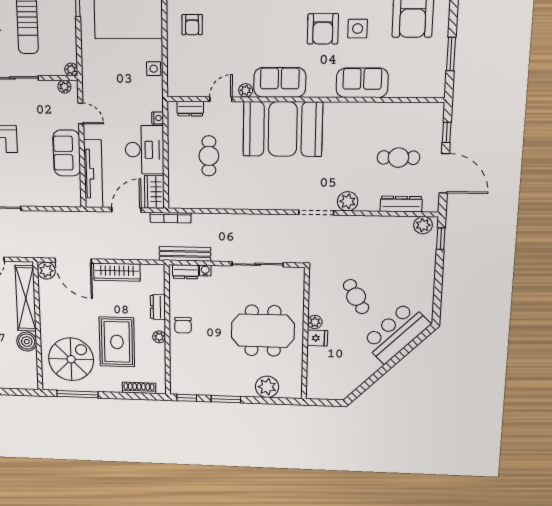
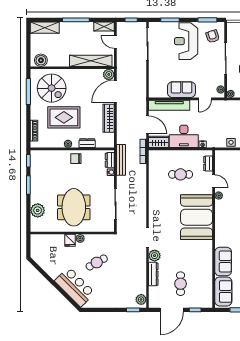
sofa: (280, 82) -> (223, 291), moved
dresser: (401, 204) -> (153, 274), moved
boiler: (27, 342) -> (41, 60), moved

